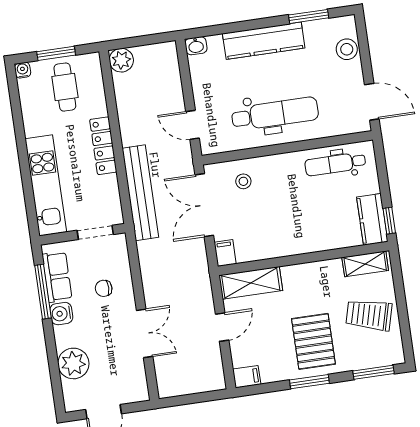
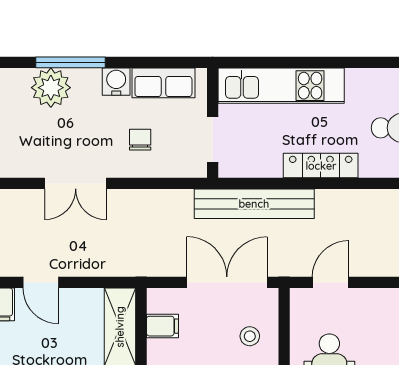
filing cabinet: (225, 253) -> (162, 326), moved
window: (43, 292) -> (70, 62), moved
door: (222, 327) -> (41, 282), moved

